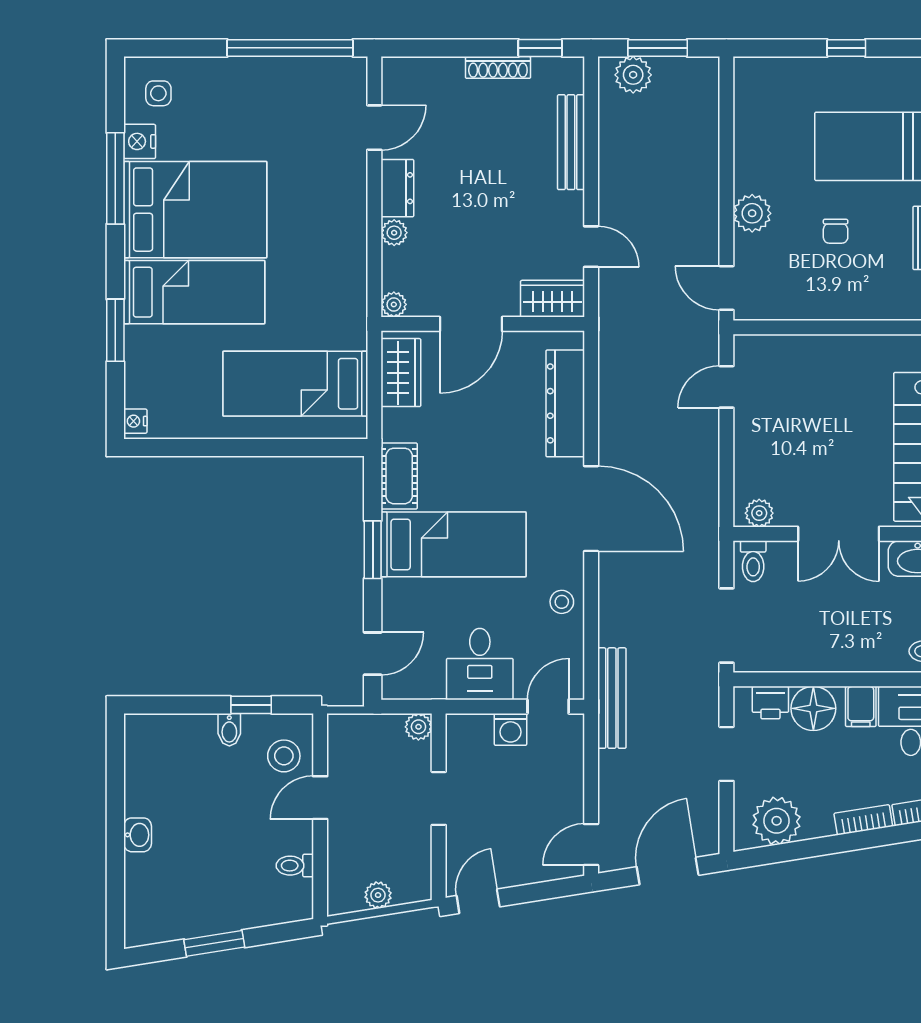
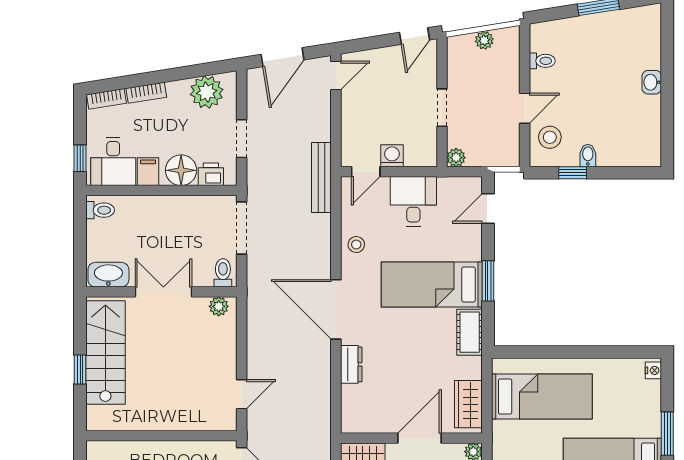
dresser: (565, 403) -> (351, 364), width x0.51, depth x0.80

